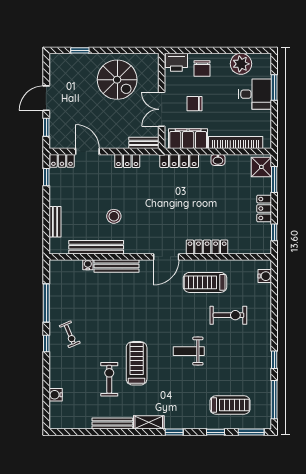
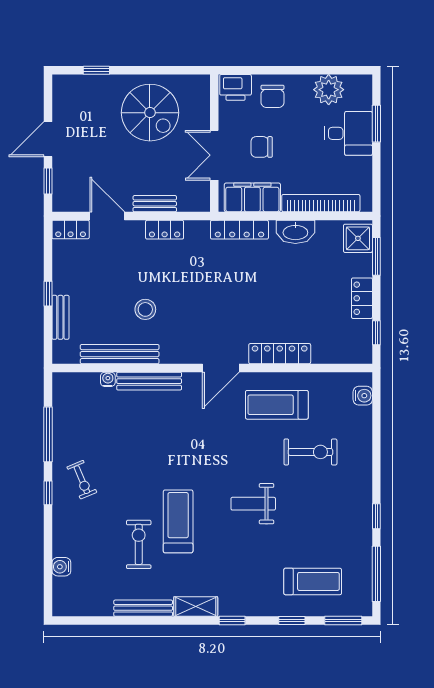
bench: (144, 143) -> (155, 204), moved
washbasin: (218, 160) -> (295, 232), width x1.91, depth x1.45
window: (46, 177) -> (48, 294), moved

